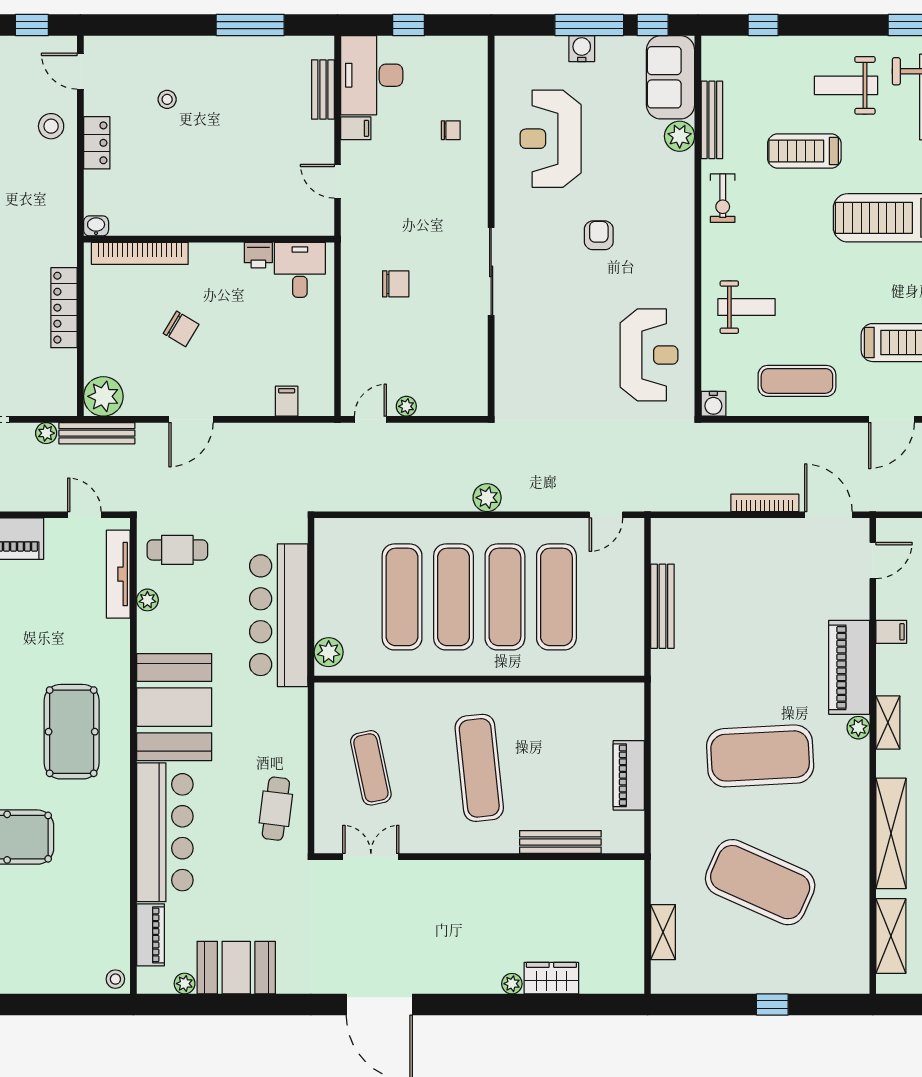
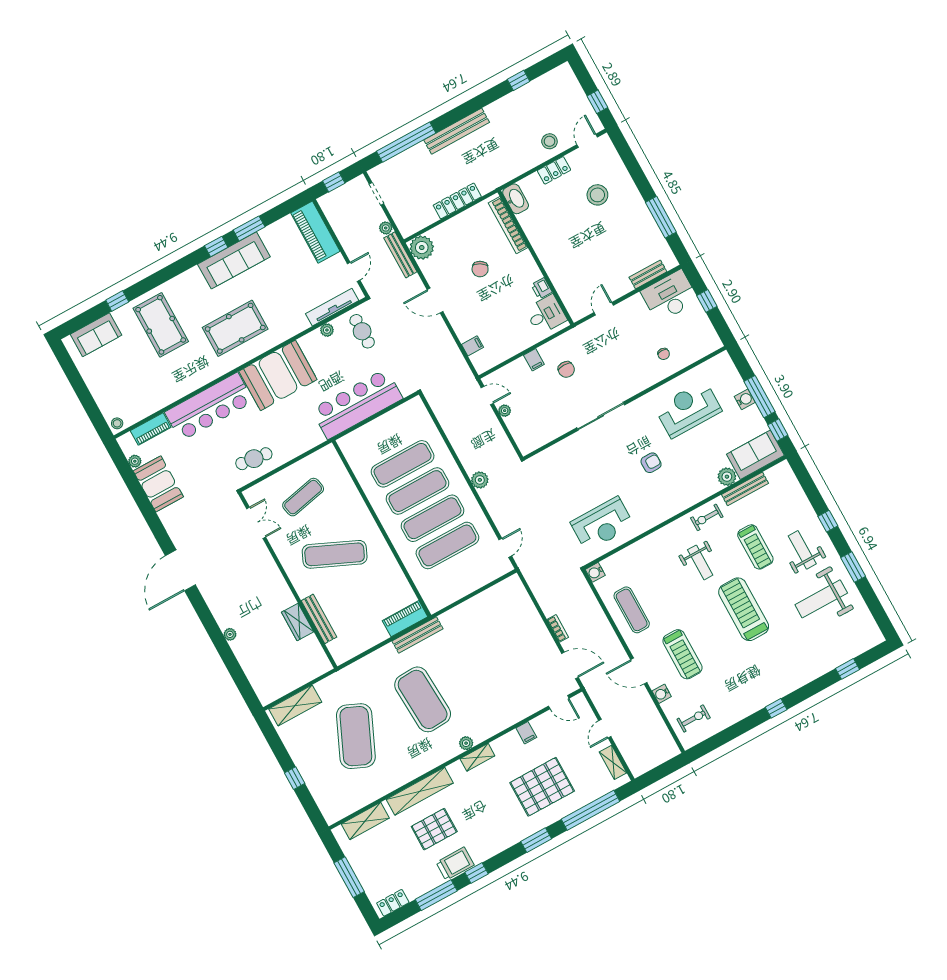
window: (763, 25) -> (828, 521), moved
stool: (167, 99) -> (597, 195), width x1.89, depth x1.89
filing cabinet: (356, 128) -> (534, 360), moved
treadmill: (804, 151) -> (755, 547), turned 180
washbasin: (96, 226) -> (516, 199), width x1.91, depth x1.45
weight bench: (747, 307) -> (700, 562), moved
bookcase: (765, 503) -> (558, 628), width x0.64
door: (606, 515) -> (505, 548), swing flipped
door: (828, 515) -> (570, 665), hinge flipped
bench: (662, 606) -> (417, 635), moved
plant: (329, 652) -> (352, 441), removed
piano: (849, 667) -> (495, 721), removed
exercise mat: (479, 768) -> (335, 554), turned 30
piano: (629, 775) -> (405, 619), moved
shelving: (663, 932) -> (295, 705), width x1.50, depth x1.33
wardrobe: (551, 978) -> (298, 622), moved, turned 180

